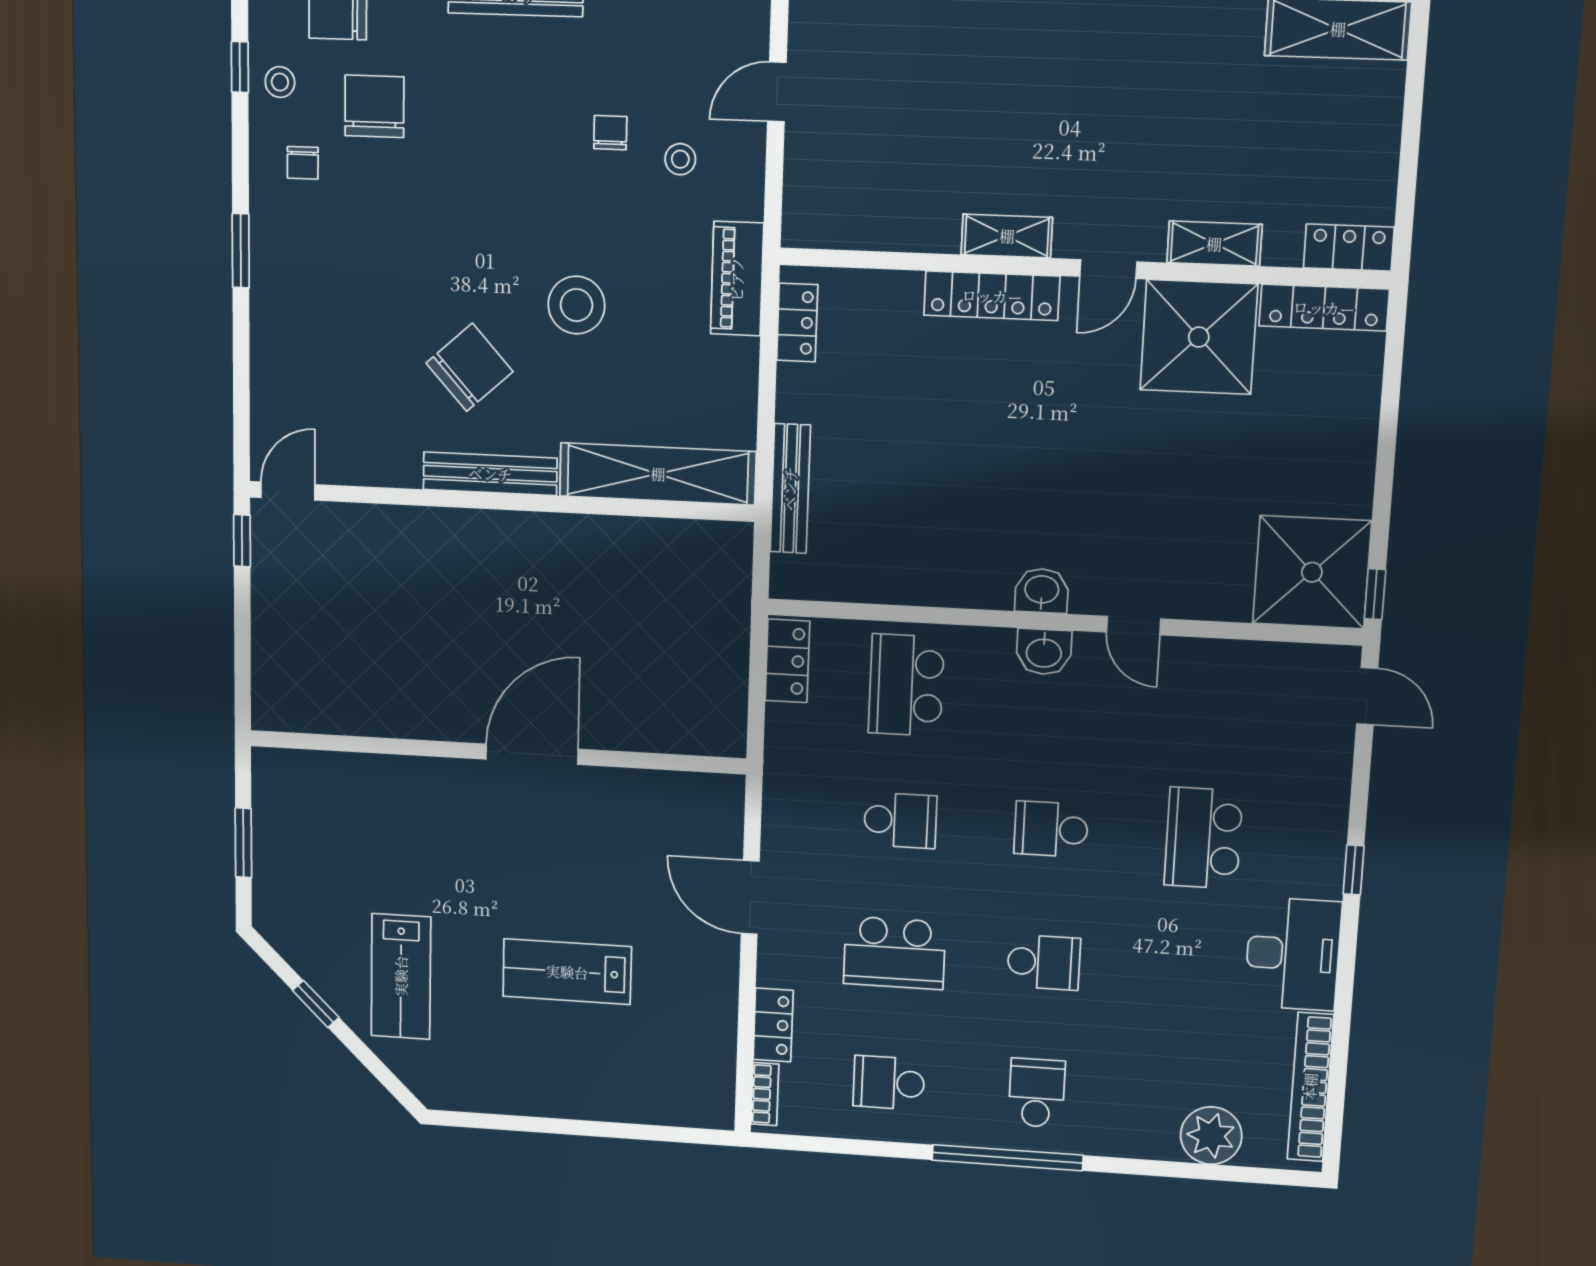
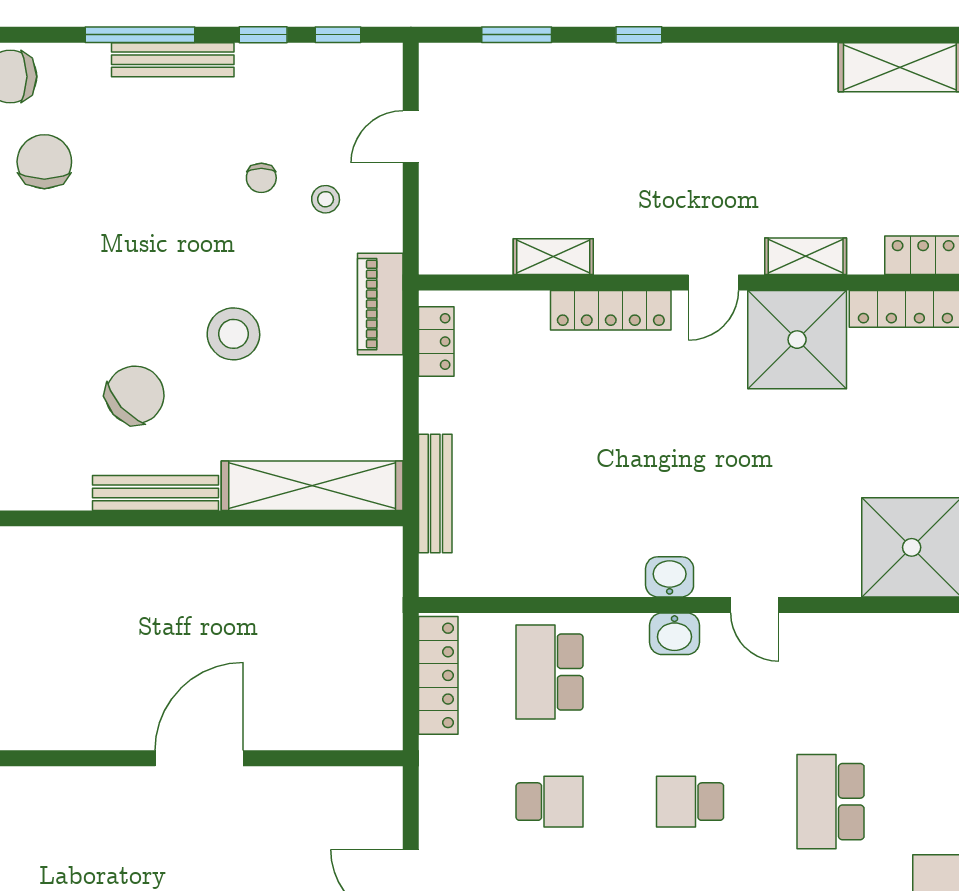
chair: (610, 133) -> (261, 178), turned 180
shelving: (1007, 236) -> (553, 257), moved
locker: (787, 661) -> (438, 675), width x1.53

